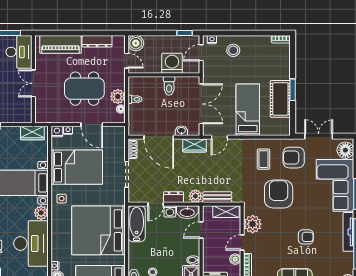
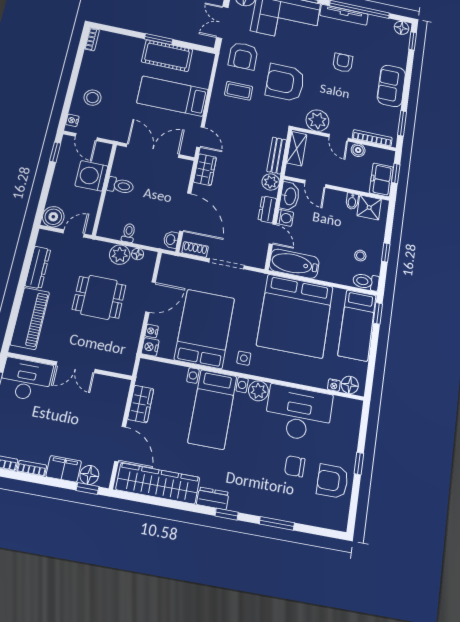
dining table: (84, 89) -> (99, 297), width x0.73
washbasin: (181, 131) -> (171, 240), moved
wardrobe: (32, 133) -> (141, 404), moved
door: (159, 137) -> (185, 212), hinge flipped

